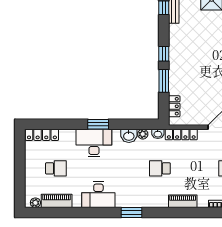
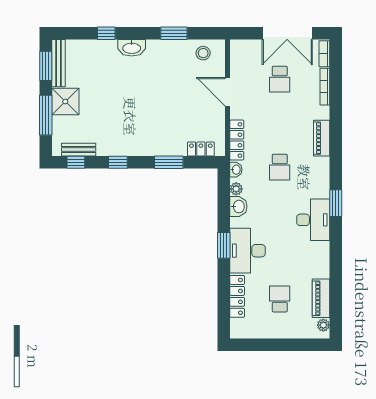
window: (164, 54) -> (118, 162), moved
locker: (42, 135) -> (237, 296), moved
desk: (98, 195) -> (313, 220), moved

